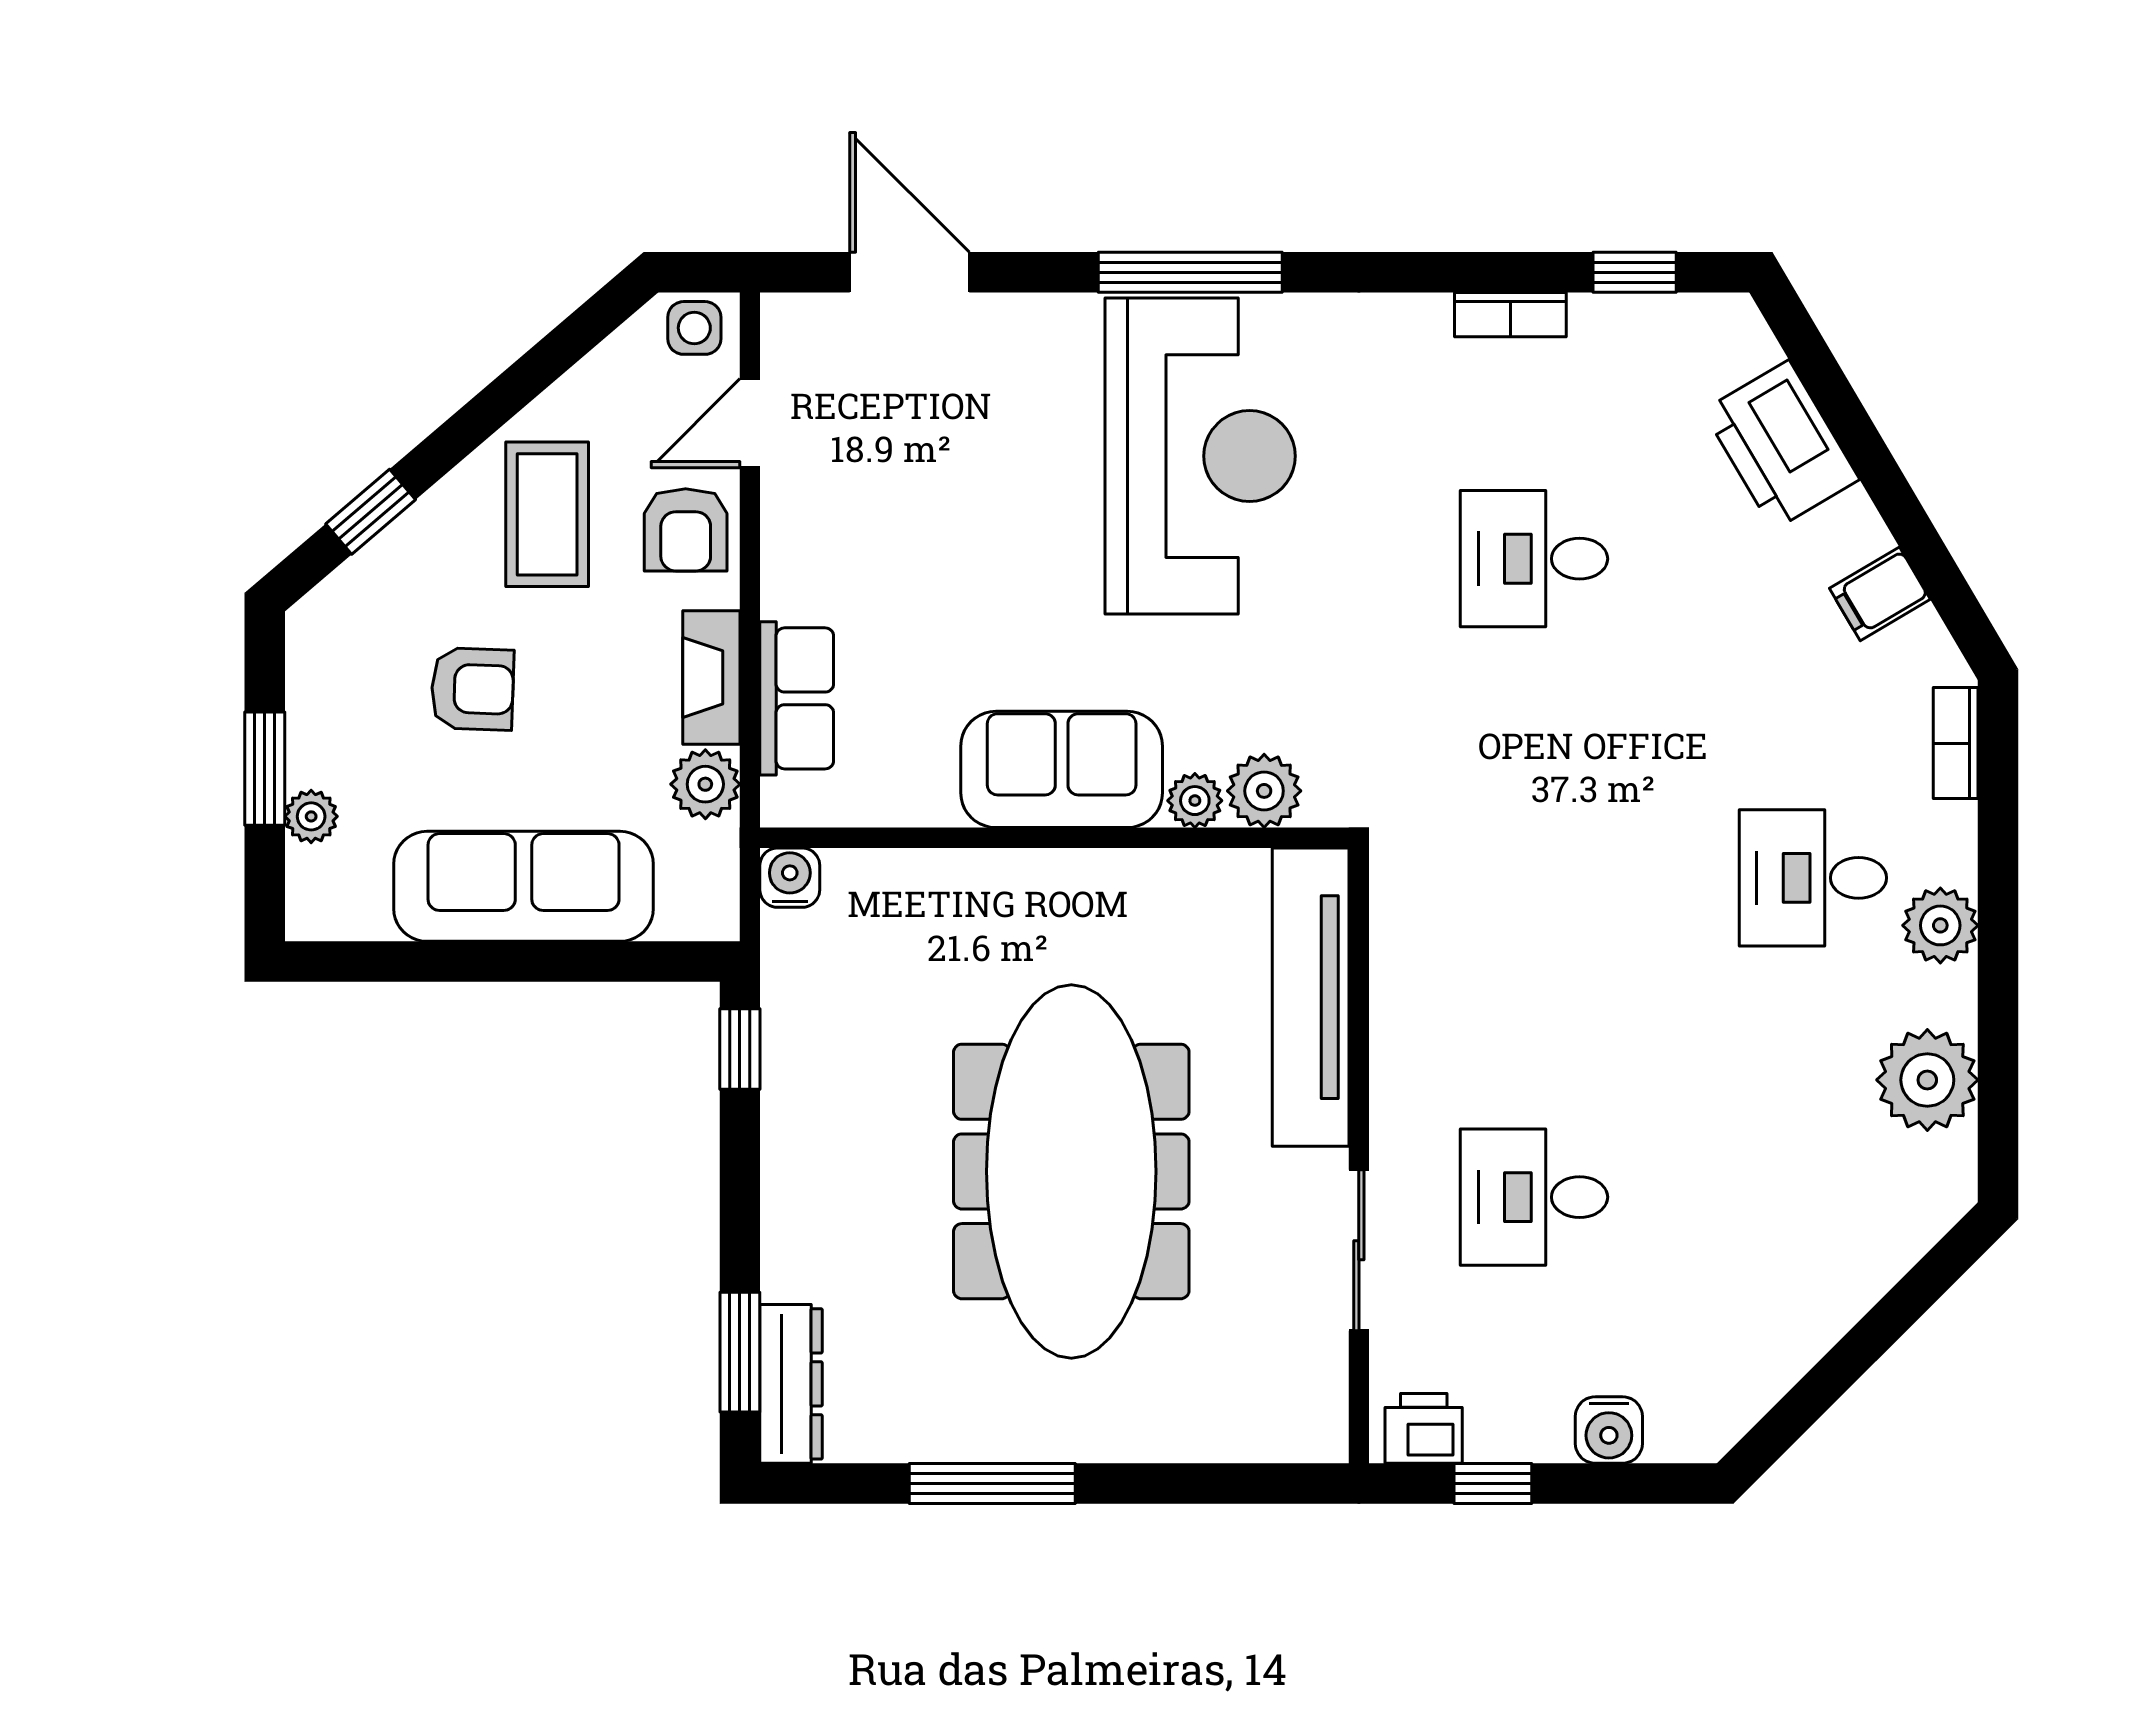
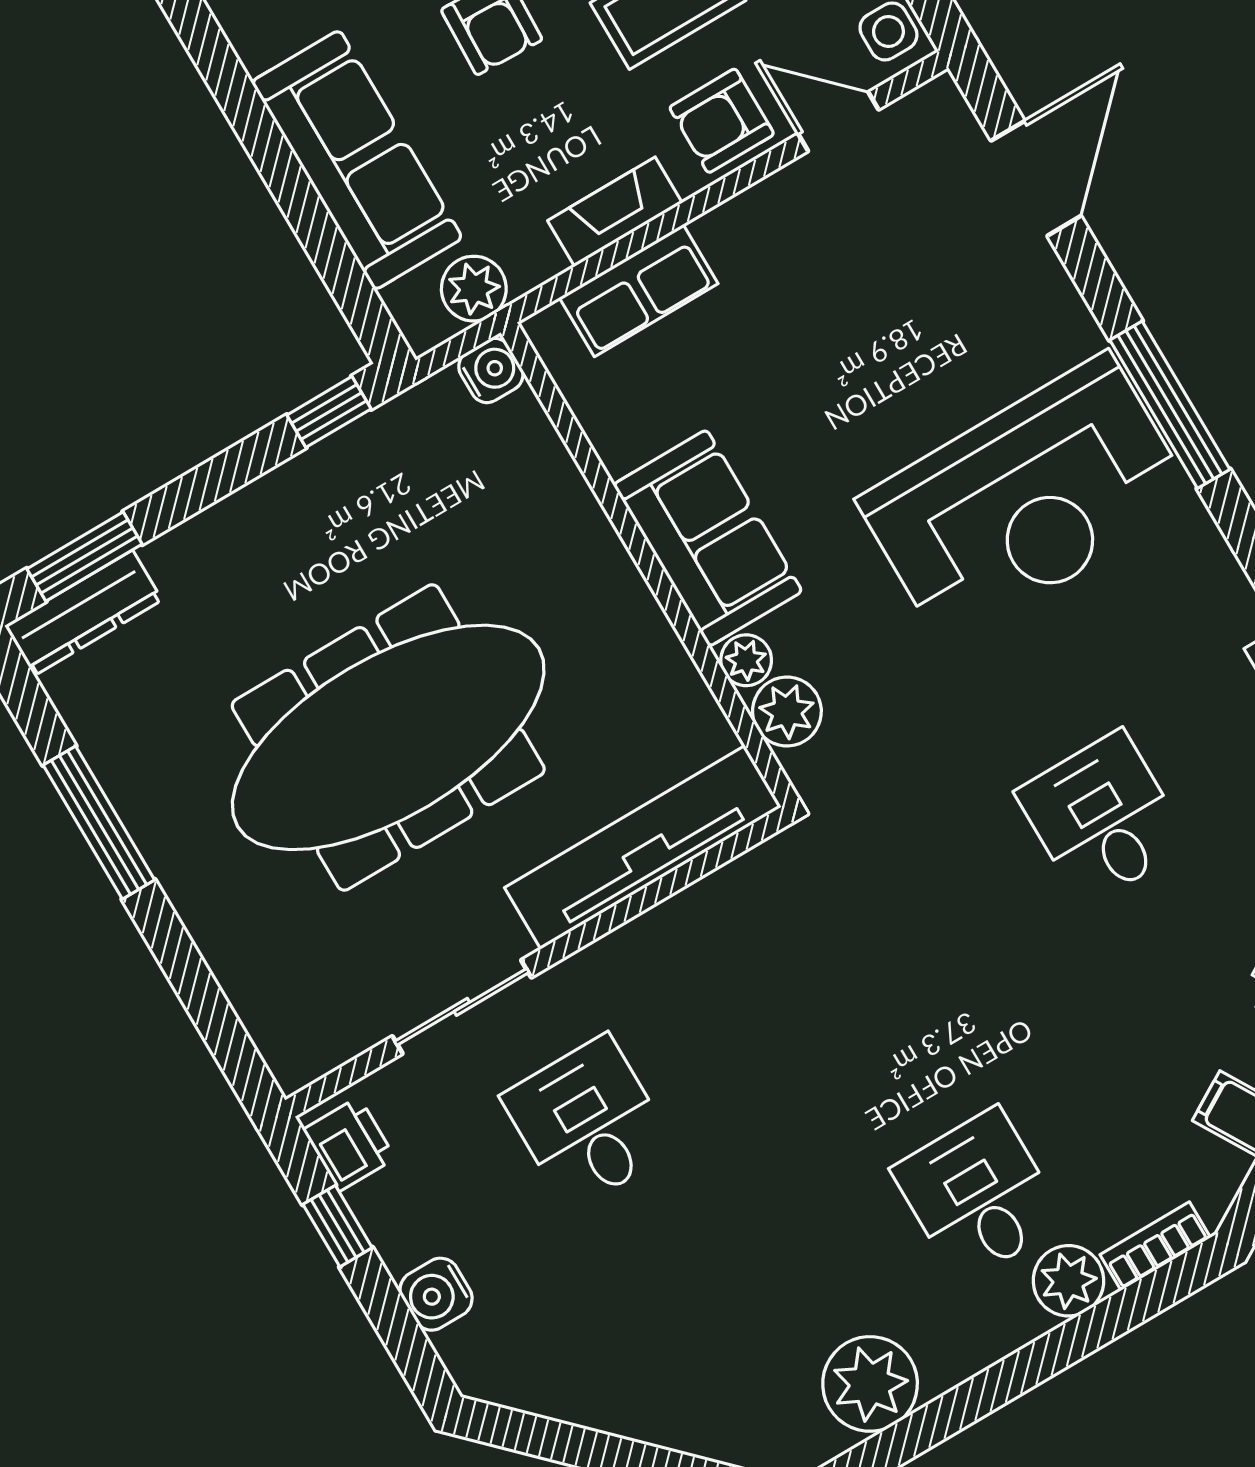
plant: (705, 784) -> (474, 289), moved
plant: (1940, 925) -> (1068, 1281), moved

